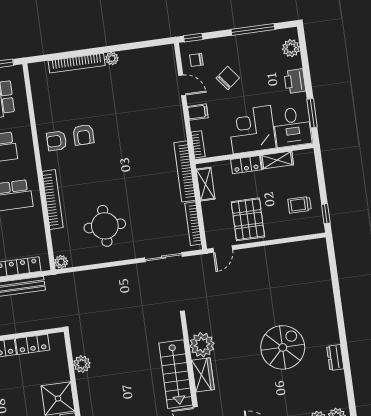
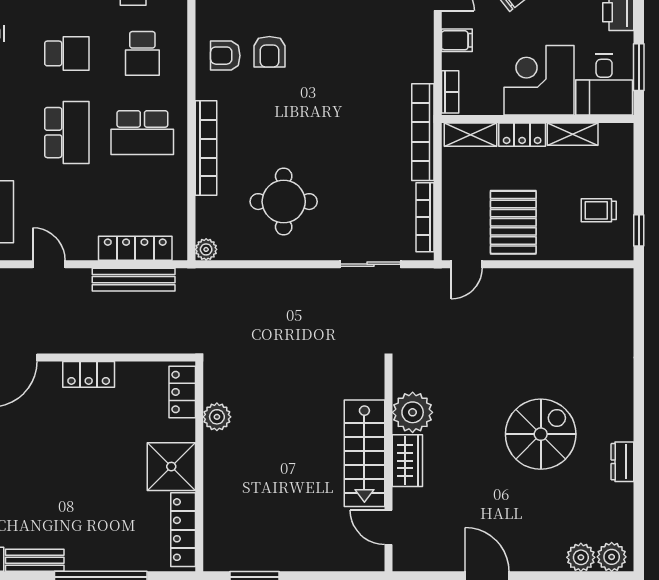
shelving: (206, 184) -> (471, 135), moved, turned 90
locker: (33, 344) -> (182, 392), moved, turned 90

